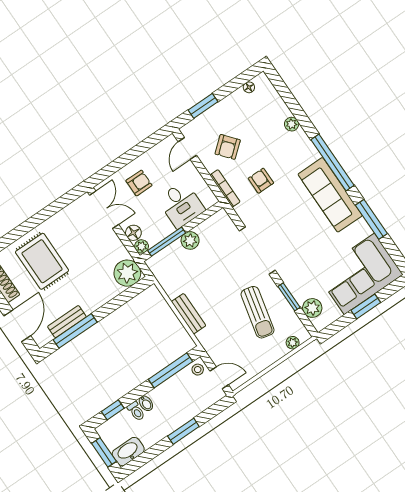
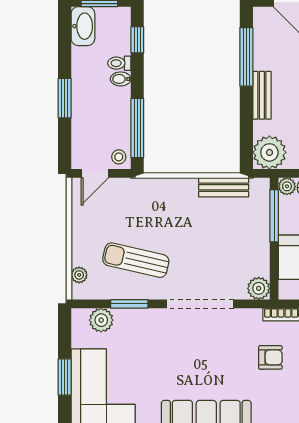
plant: (190, 240) -> (259, 288), moved
bench: (189, 314) -> (224, 187), moved
bench: (67, 322) -> (262, 95), moved

